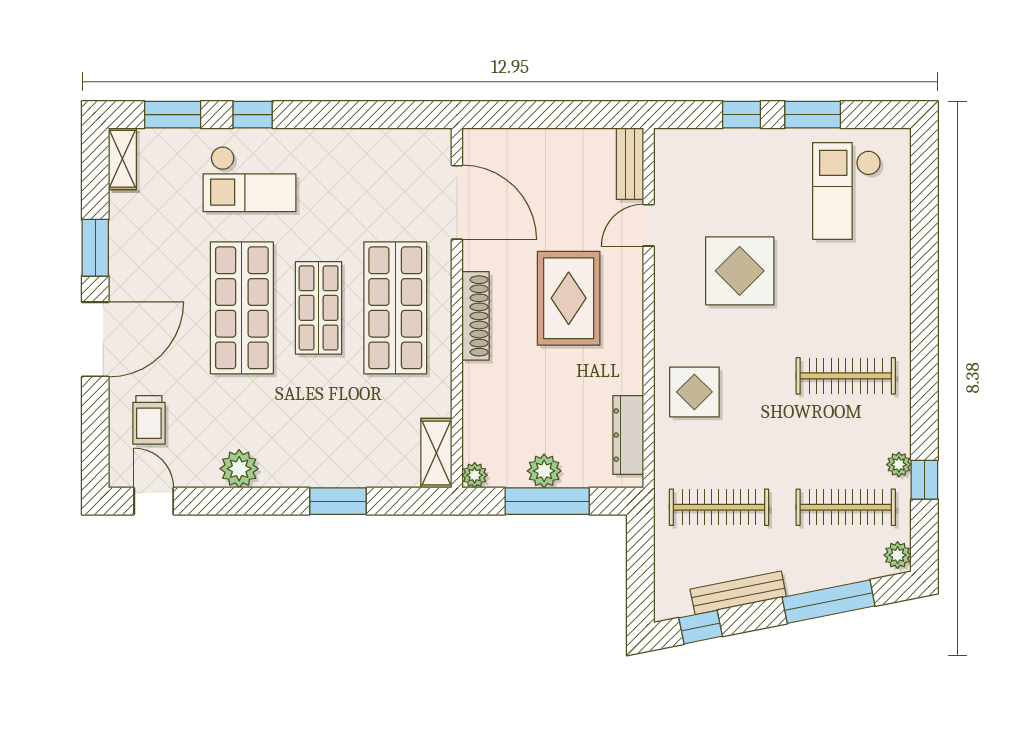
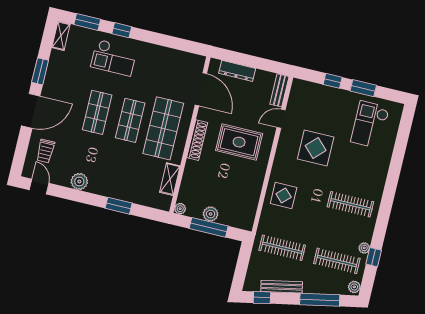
rug: (569, 298) -> (239, 142), turned 90
shop shelf: (242, 308) -> (97, 112), width x0.70, depth x0.74
dresser: (628, 435) -> (237, 71), moved, turned -90
shelving: (436, 453) -> (170, 179), moved

